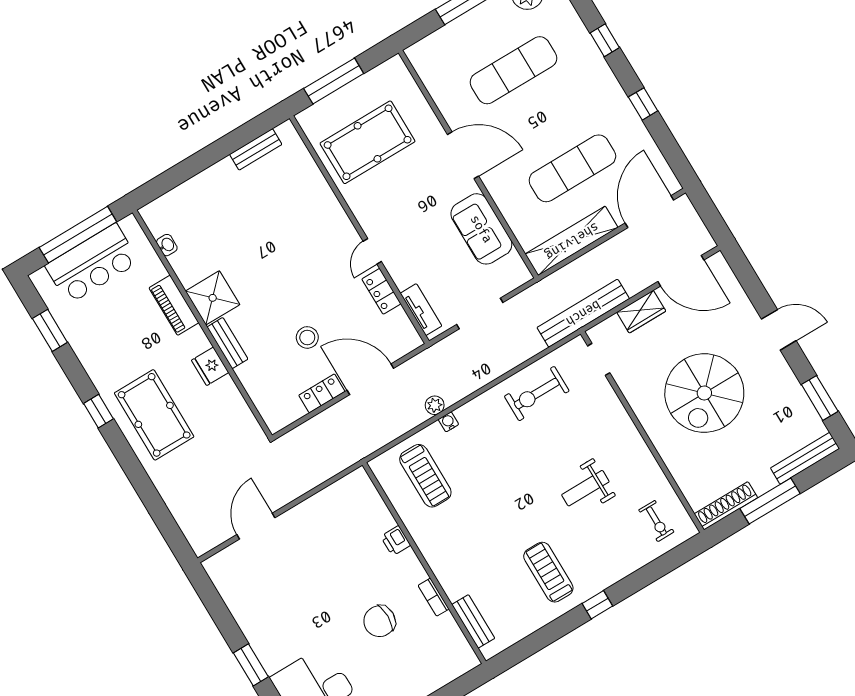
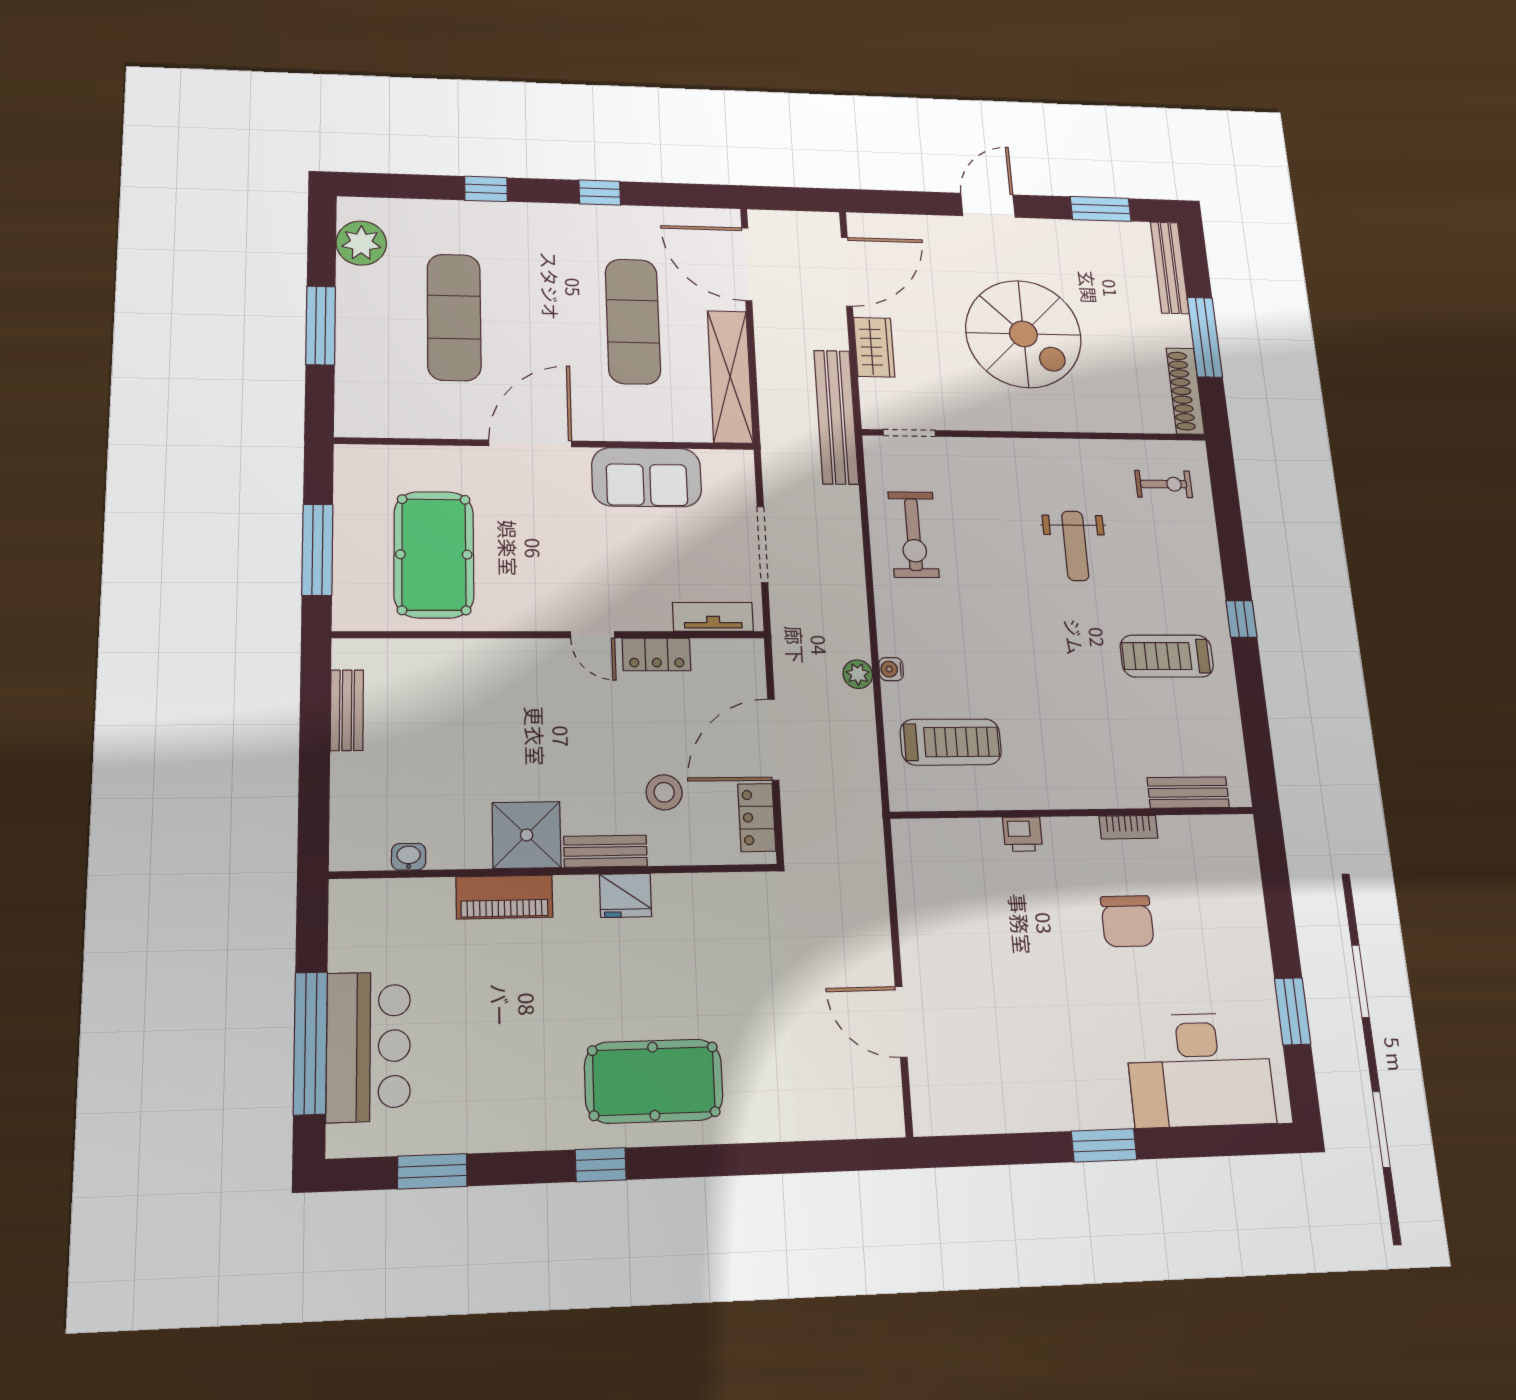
washbasin: (167, 245) -> (409, 857), moved
shower: (213, 298) -> (527, 835), moved
piano: (174, 305) -> (504, 897), moved
wall: (202, 324) -> (556, 871), moved
bench: (227, 343) -> (605, 851), moved
fridge: (210, 366) -> (626, 895), moved

